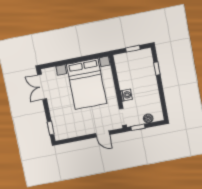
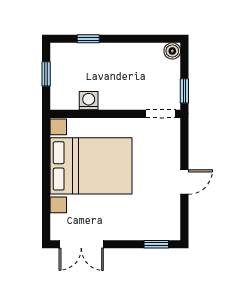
washing machine: (126, 95) -> (89, 101), moved
boiler: (148, 118) -> (172, 51), moved
door: (103, 134) -> (184, 182), moved

